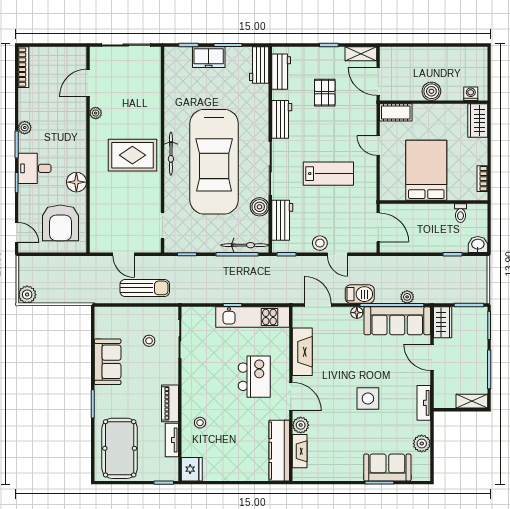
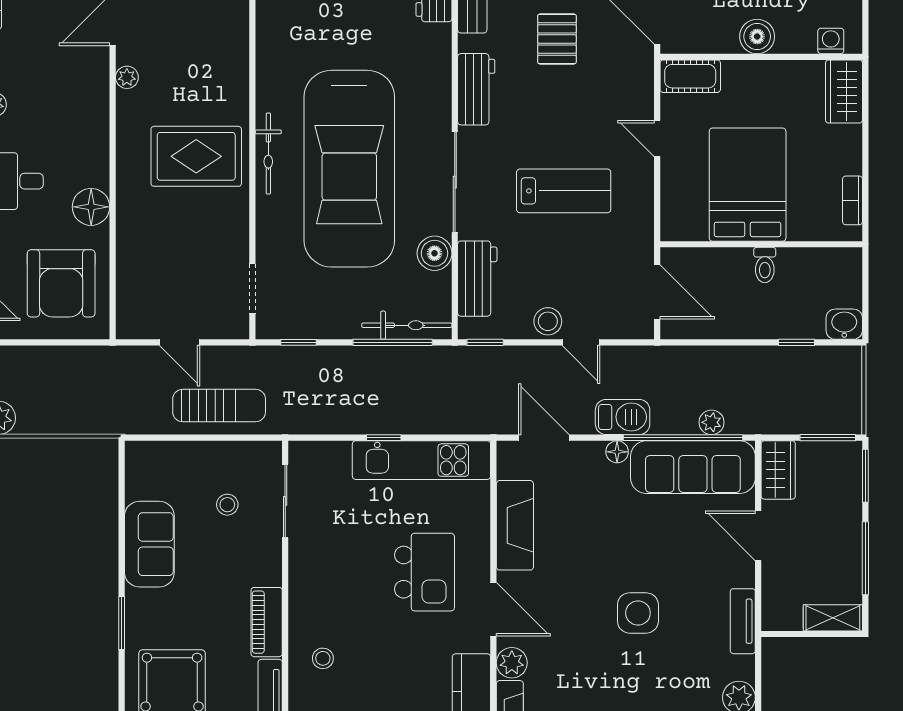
toilet: (460, 213) -> (765, 265), moved

